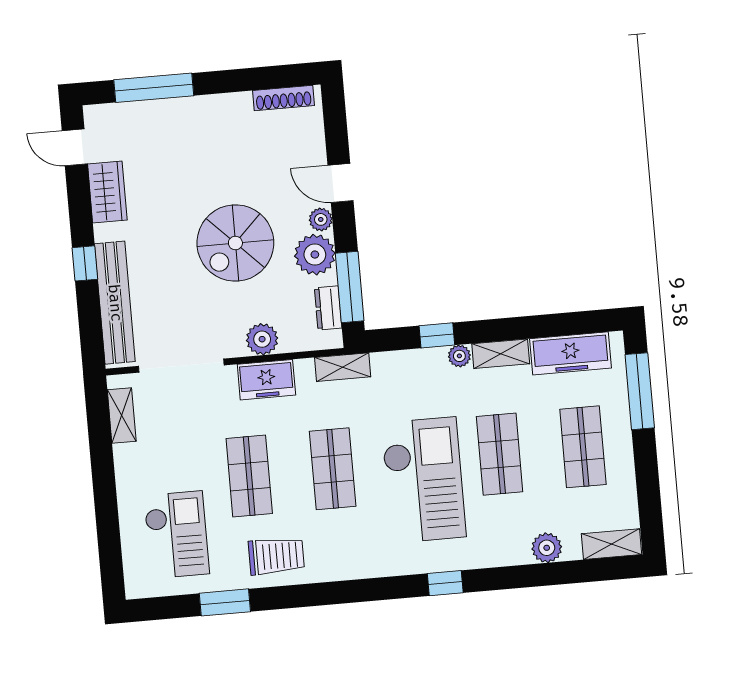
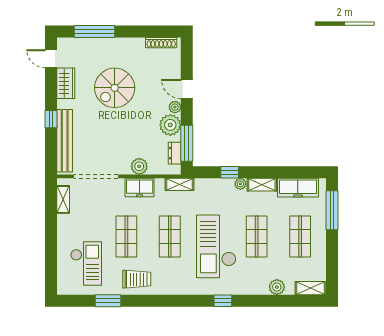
spiral stairs: (235, 243) -> (115, 88), moved
checkout: (423, 480) -> (216, 246), turned 180

